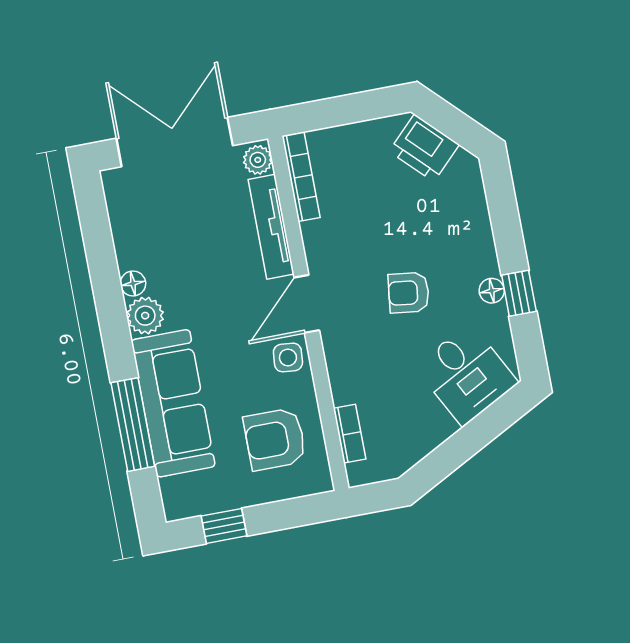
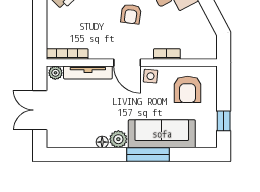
double door: (175, 142) -> (40, 110), width x0.73
window: (133, 425) -> (148, 155), moved
bookcase: (350, 434) -> (167, 54), moved

